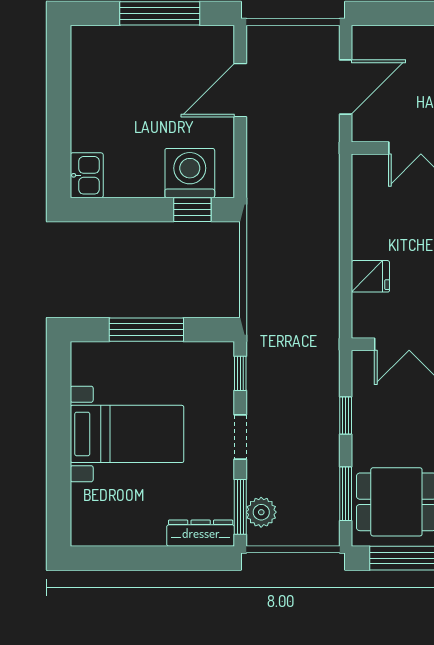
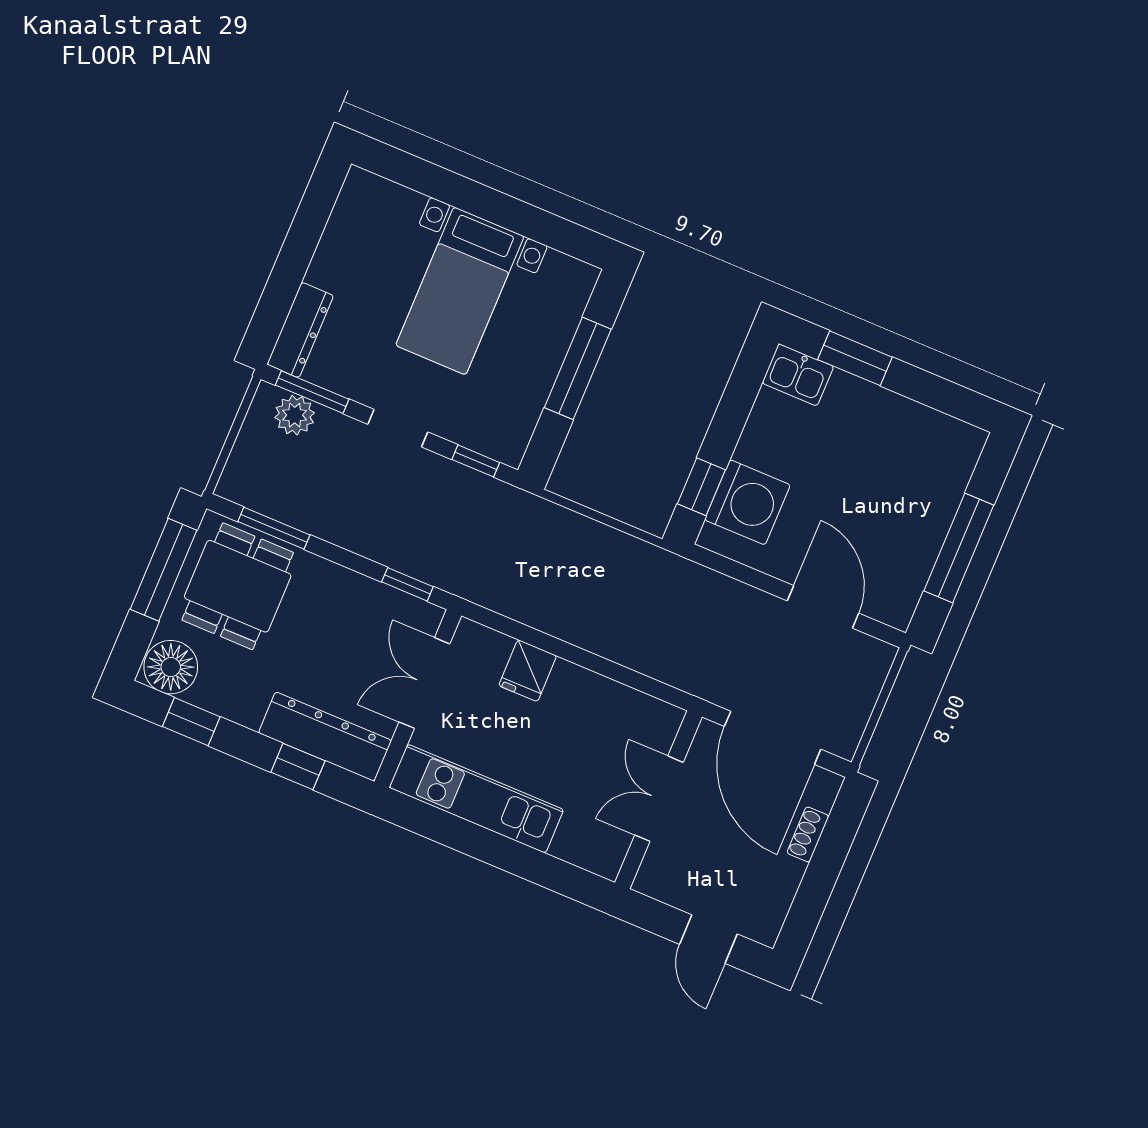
shoe rack: (402, 34) -> (808, 834), added
door: (346, 87) -> (773, 738), width x1.36
window: (59, 141) -> (855, 358), added
window: (346, 416) -> (407, 584), moved

